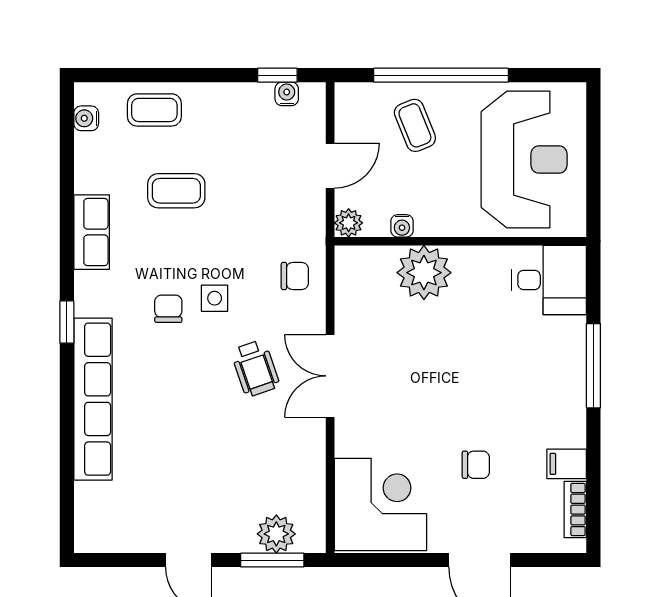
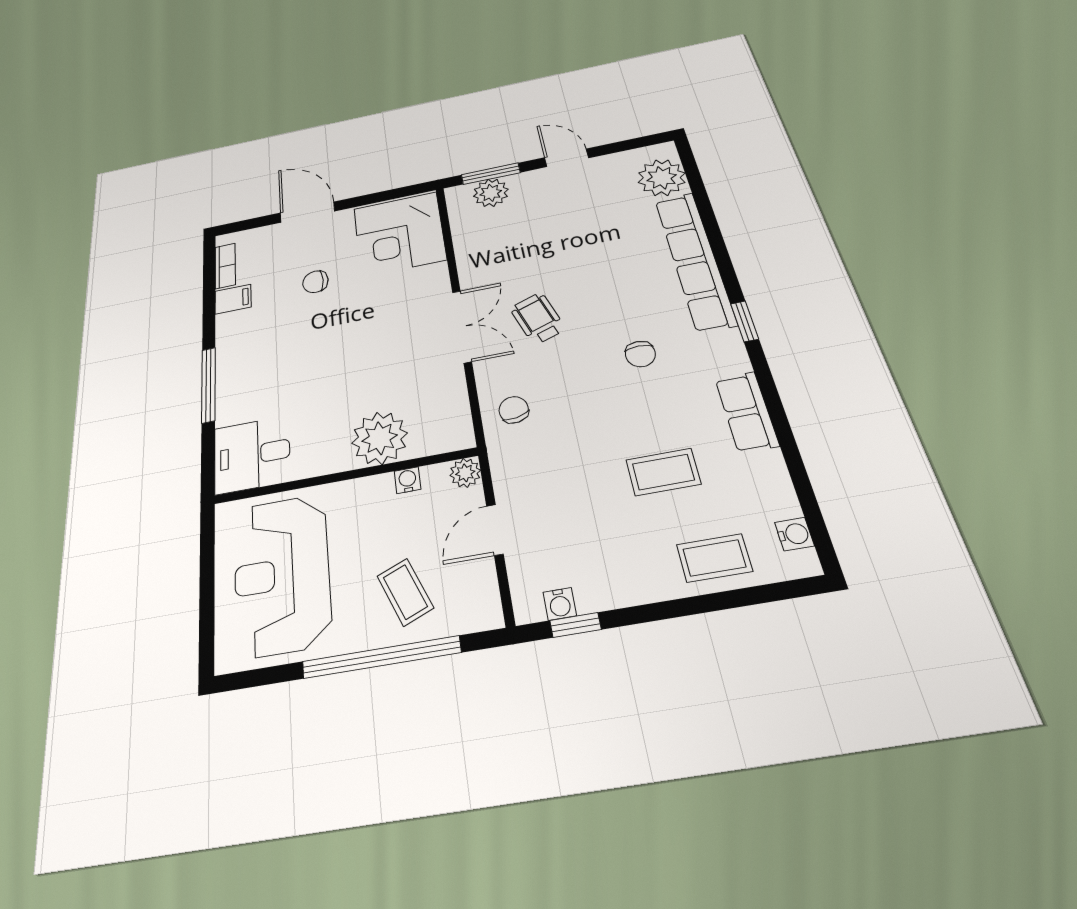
chair: (295, 276) -> (514, 410), turned 79
side table: (215, 298) -> (594, 373), removed
plant: (98, 507) -> (662, 178), added

